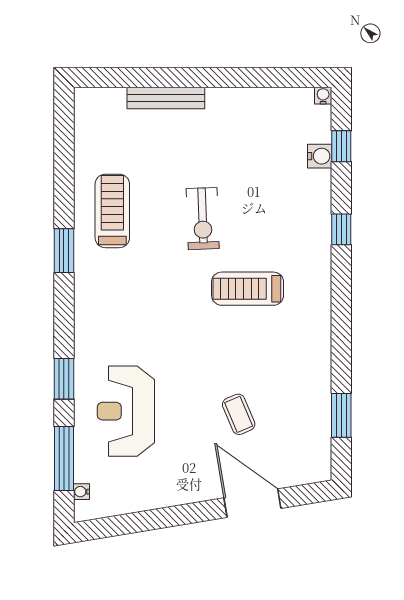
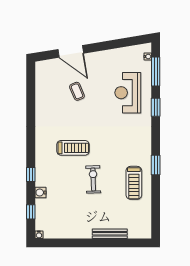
water cooler: (320, 156) -> (41, 193), moved
reception desk: (126, 411) -> (128, 93), turned 180
window: (341, 415) -> (31, 91), removed

